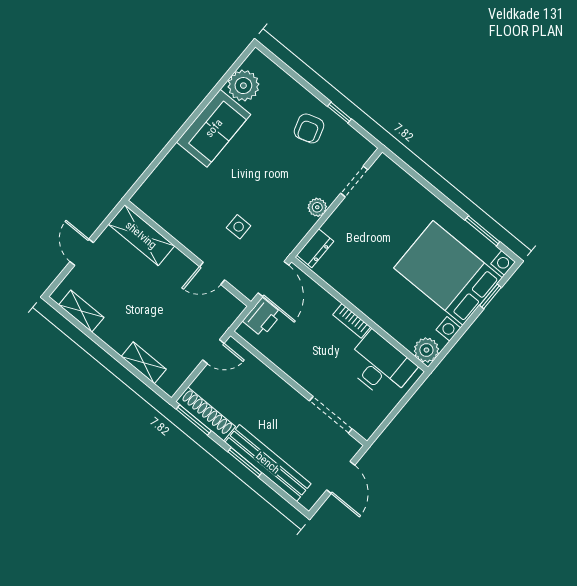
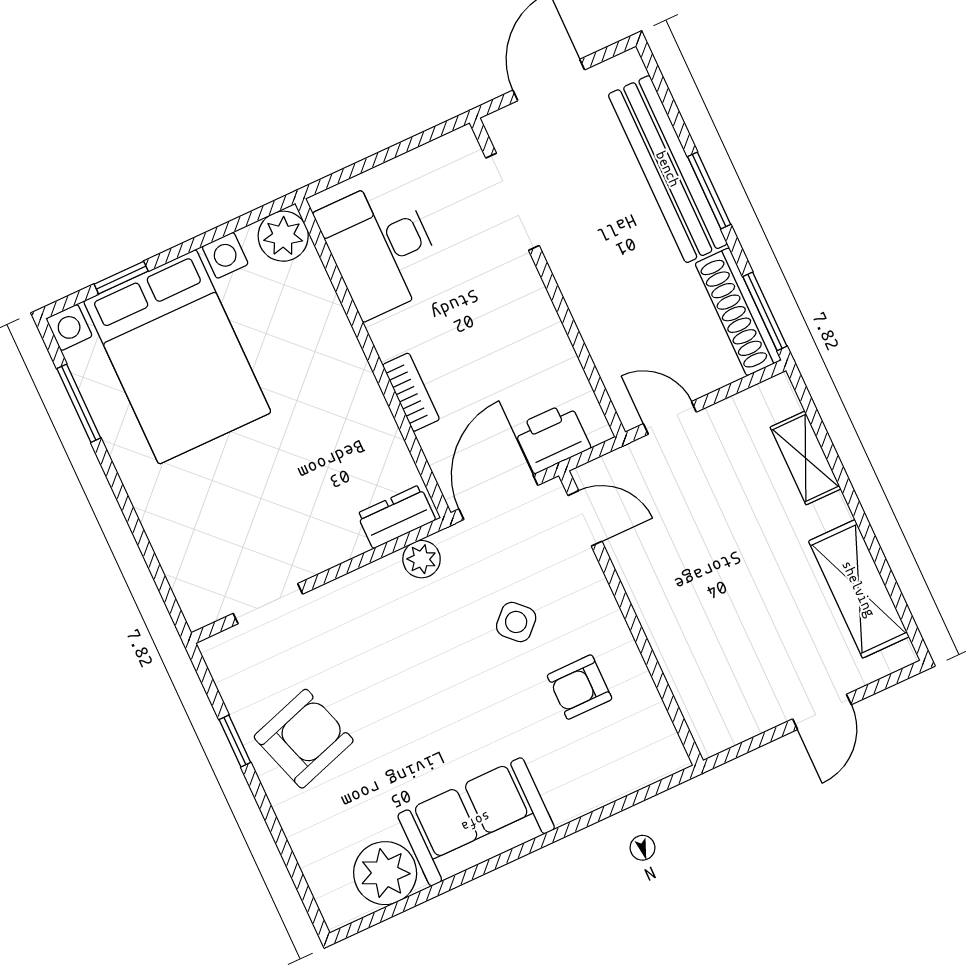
armchair: (309, 128) -> (304, 739), width x1.38, depth x1.38
plant: (317, 207) -> (422, 559), moved
armchair: (196, 211) -> (580, 687), added
side table: (239, 227) -> (516, 622), turned 45
shelving: (141, 235) -> (699, 691), removed
door: (212, 273) -> (585, 518), moved
shelving: (81, 311) -> (859, 589), width x1.50, depth x1.33
bookcase: (352, 321) -> (411, 392), moved

